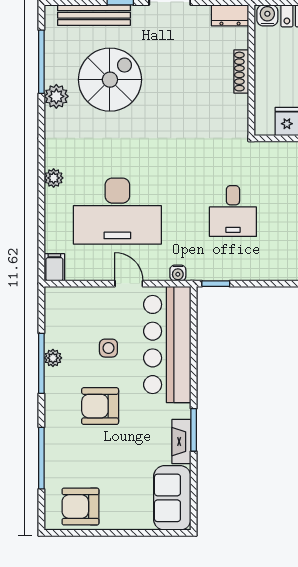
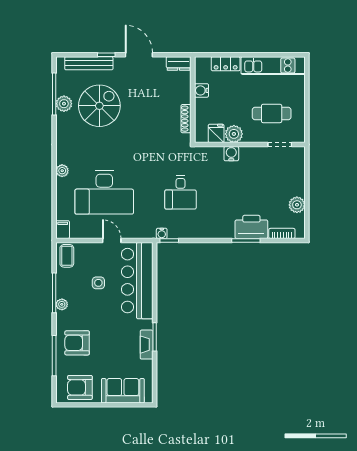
water cooler: (267, 15) -> (201, 90), moved, turned -90
shoe rack: (241, 72) -> (186, 119), moved
plant: (56, 96) -> (64, 104), moved
water cooler: (178, 273) -> (162, 233), moved
coffee table: (61, 307) -> (67, 256), added
plant: (53, 358) -> (62, 304), moved
armchair: (100, 406) -> (77, 343), moved
sofa: (172, 498) -> (123, 391), moved, turned 90

